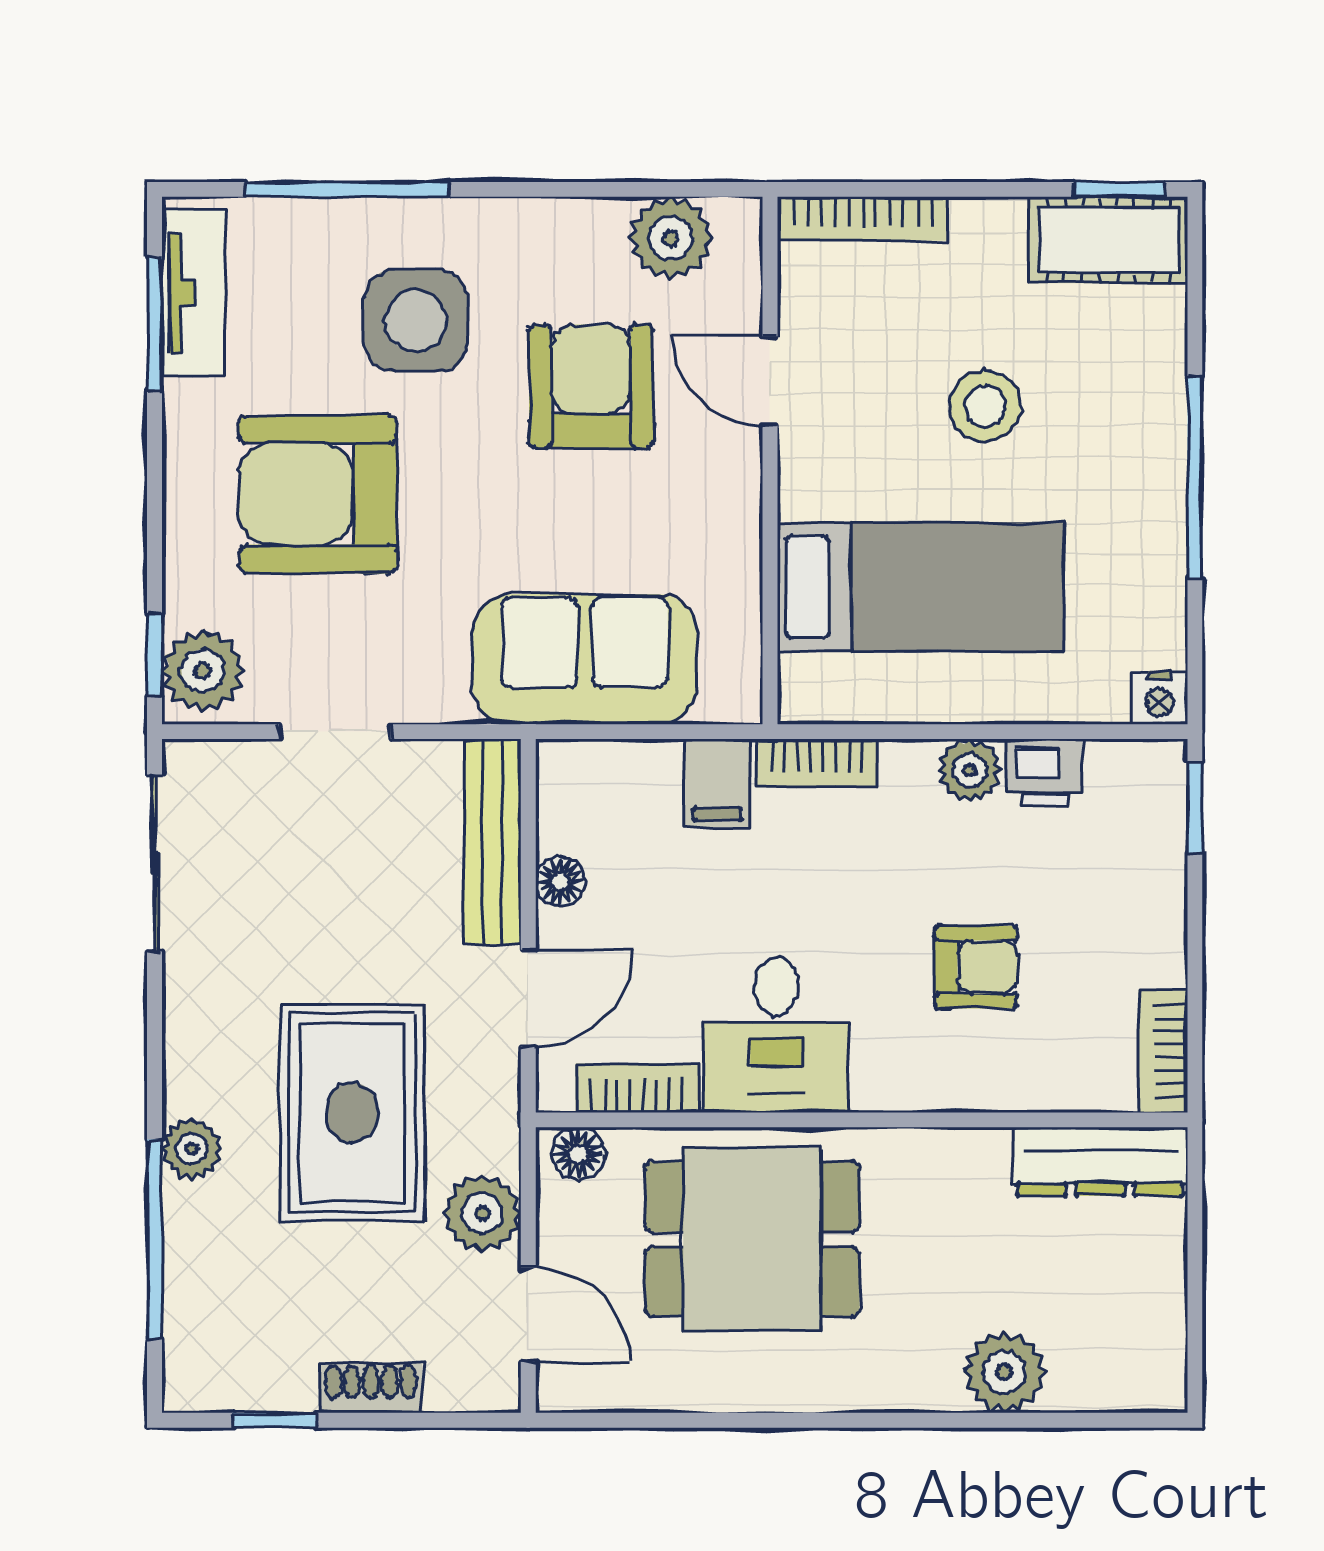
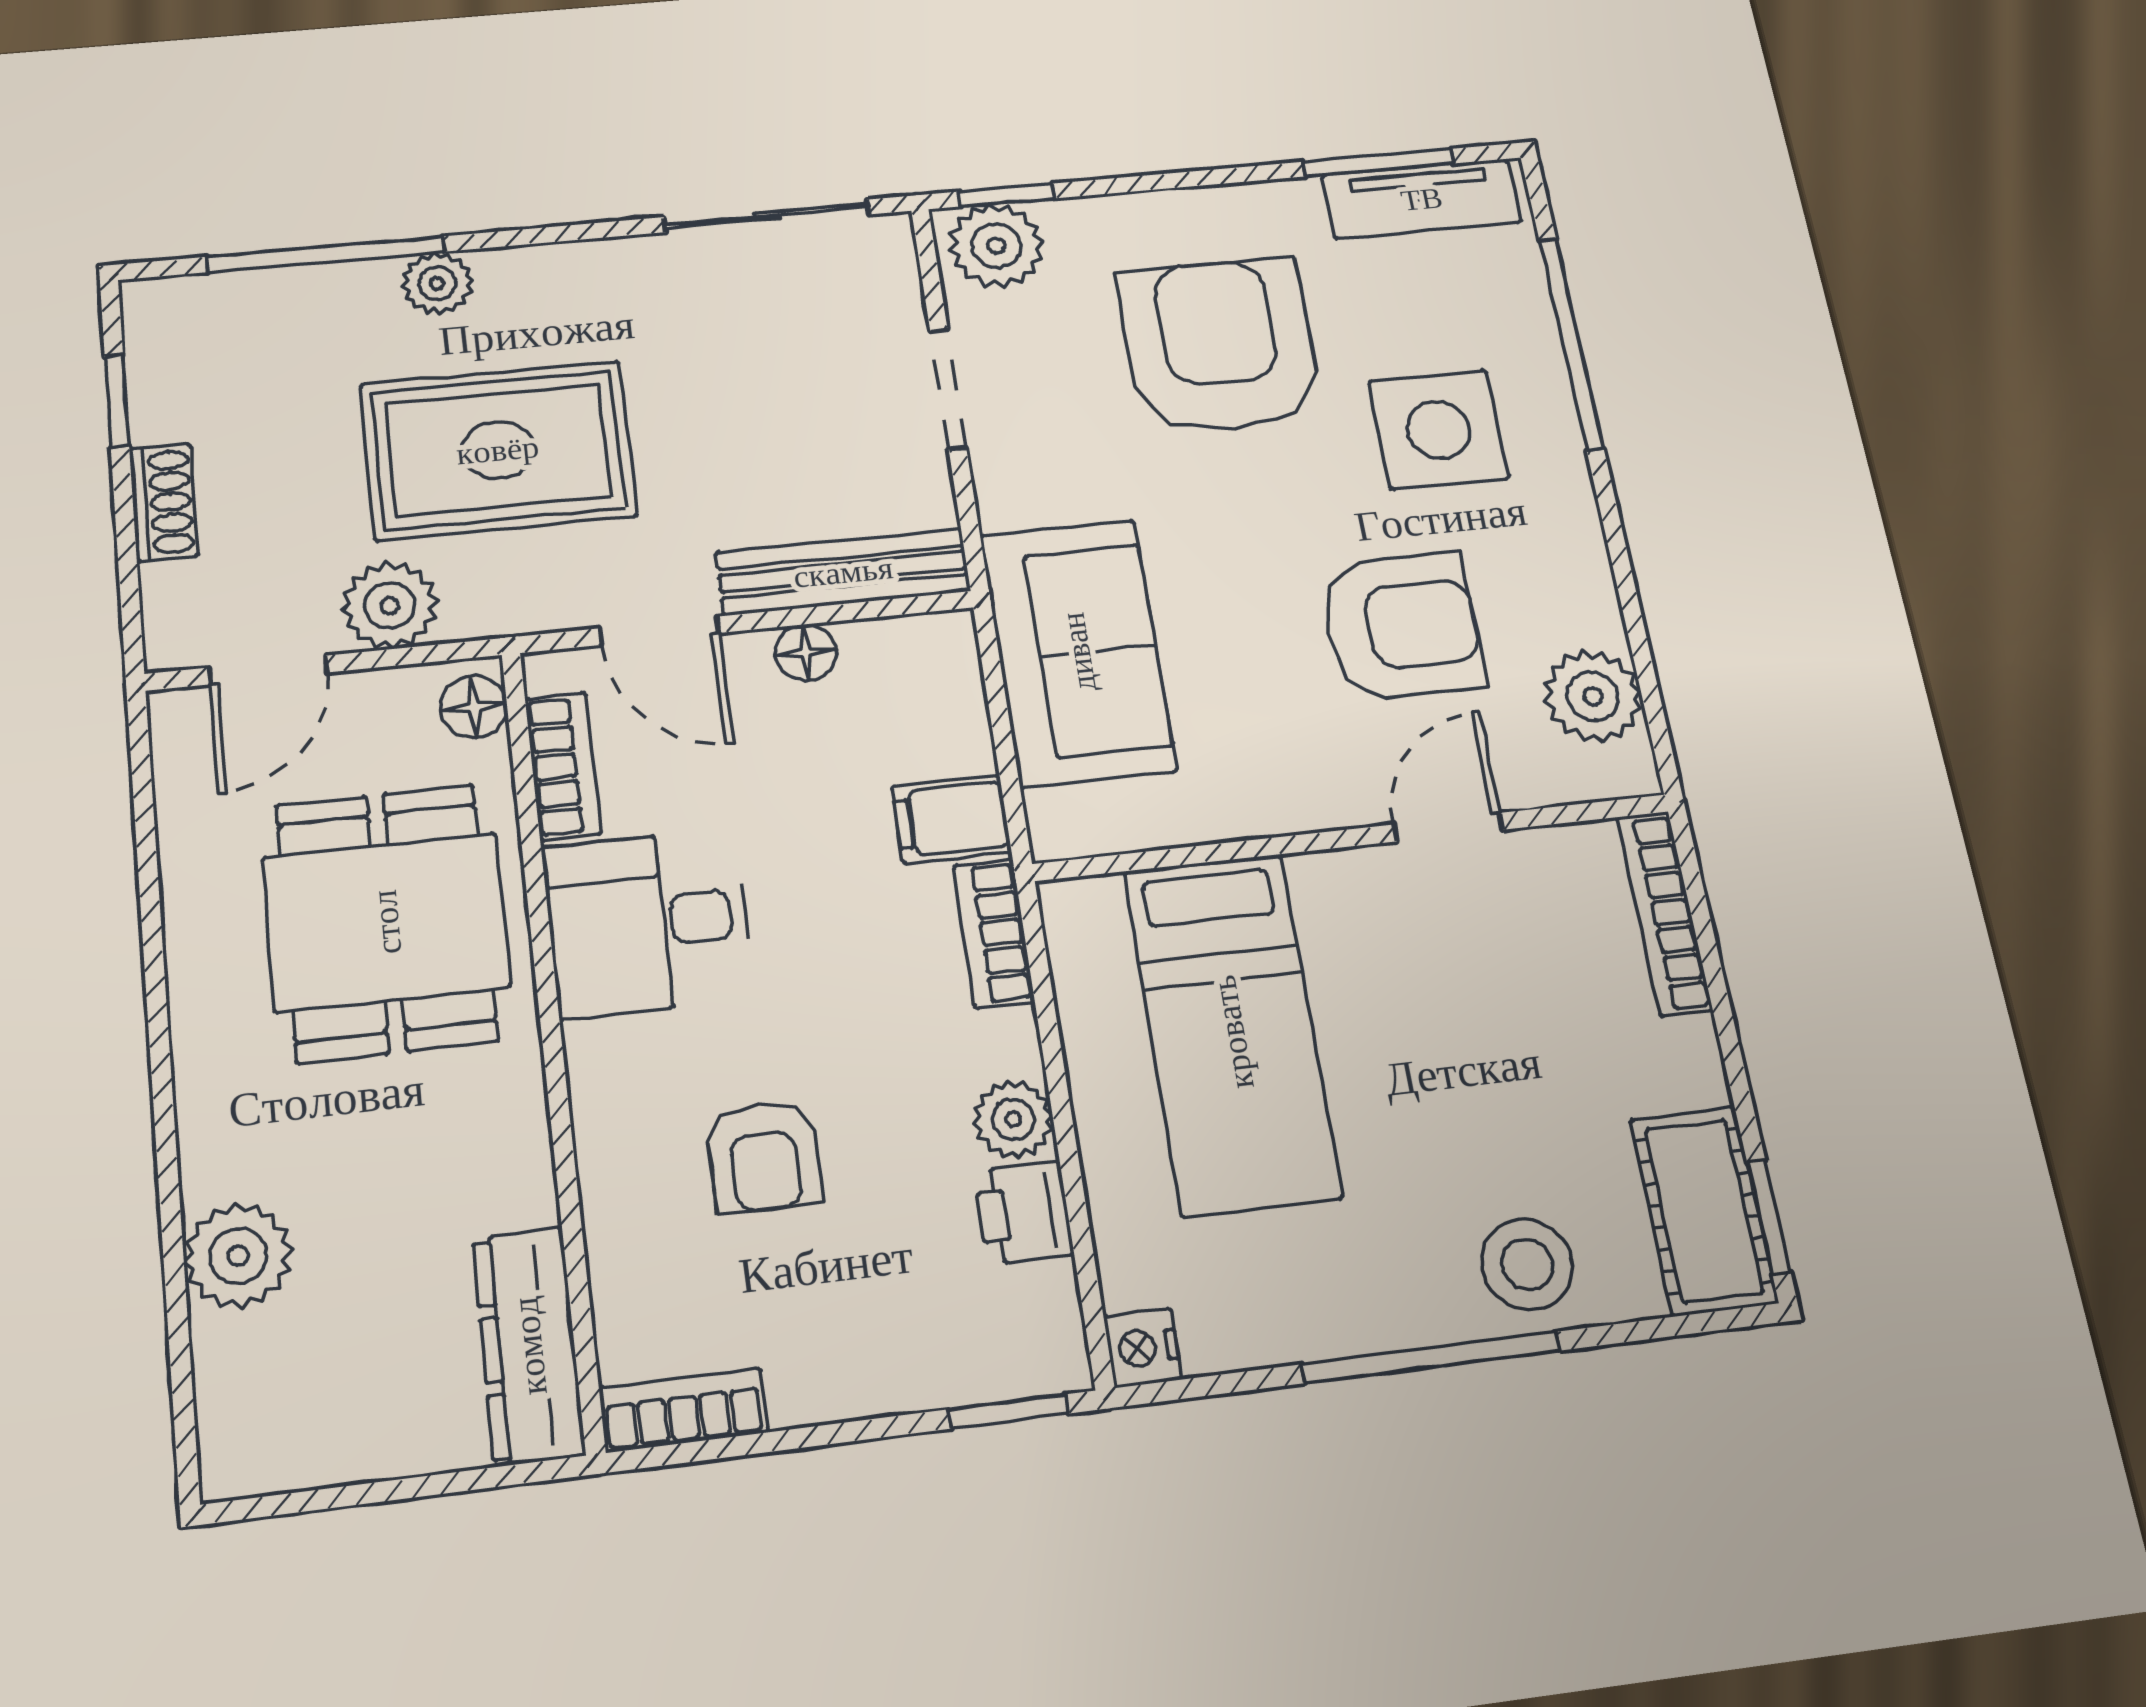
stool: (985, 406) -> (1527, 1264), moved

